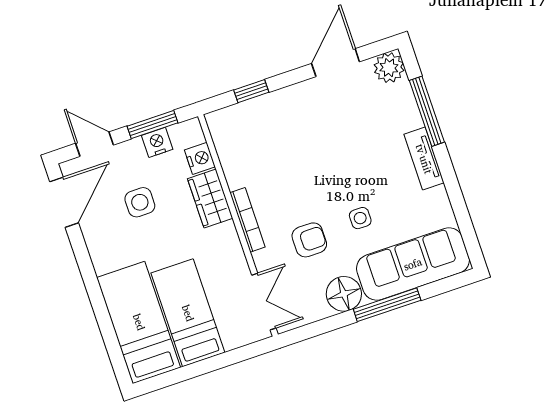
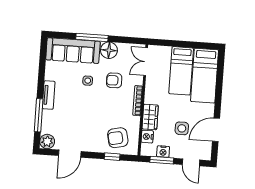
armchair: (256, 132) -> (118, 138), added
door: (64, 202) -> (216, 130), moved

